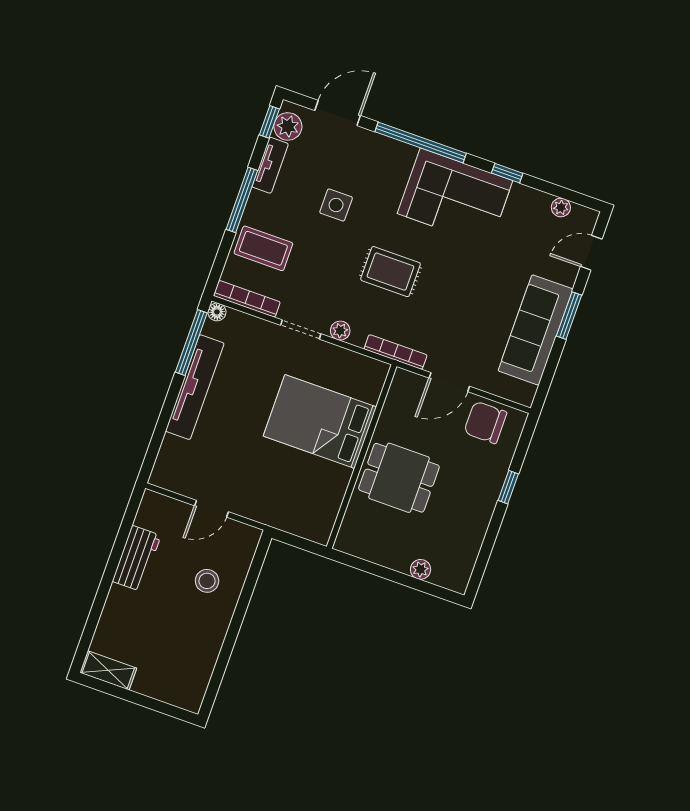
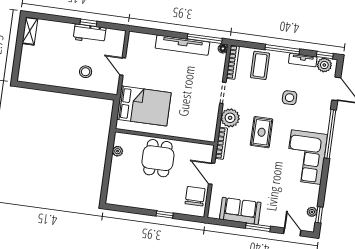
window: (507, 173) -> (319, 215), moved
sofa: (535, 330) -> (240, 211), width x0.73
plant: (340, 331) -> (230, 118), width x1.87, depth x1.87
bed: (320, 422) -> (144, 106), moved, turned 90
window: (116, 556) -> (88, 23), added
plant: (421, 569) -> (118, 151), moved

